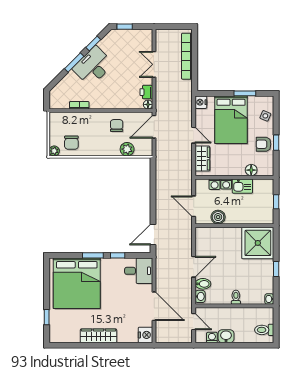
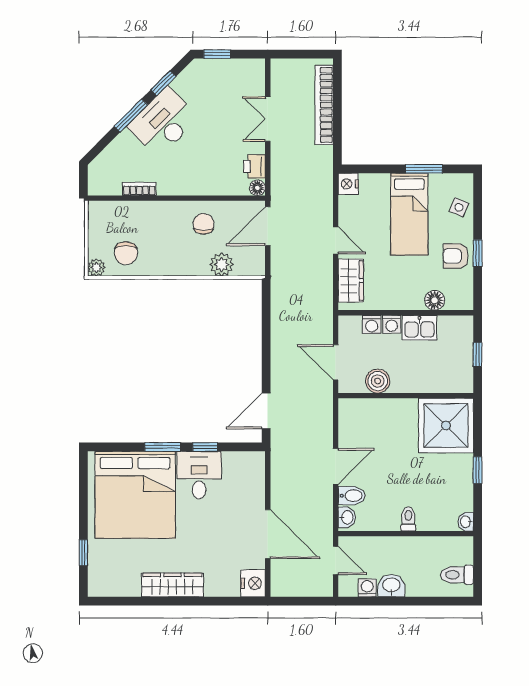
bed: (231, 120) -> (409, 214), width x0.67
desk: (139, 271) -> (199, 475), moved, turned -90

